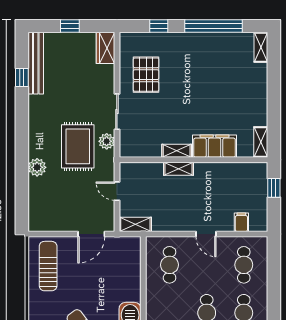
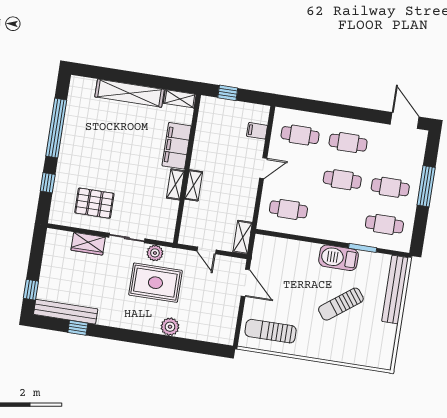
window: (70, 26) -> (31, 290), moved
shelving: (261, 47) -> (130, 93), moved, width x2.20, depth x1.33
wardrobe: (106, 48) -> (88, 244), moved
door: (117, 191) -> (206, 250), hinge flipped

